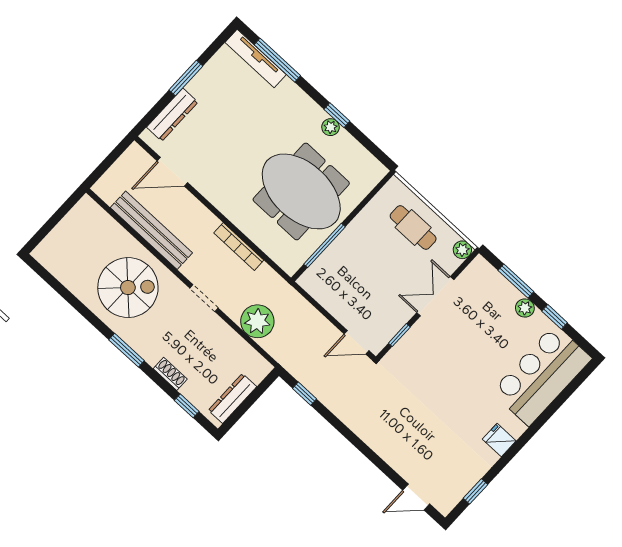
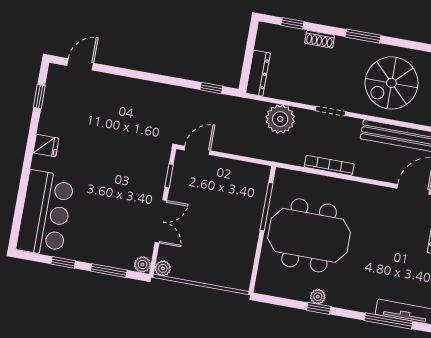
cafe table: (413, 227) -> (210, 262), removed
plant: (525, 308) -> (143, 264), moved
dresser: (232, 398) -> (258, 73), moved

